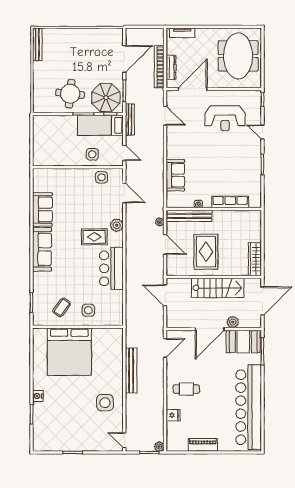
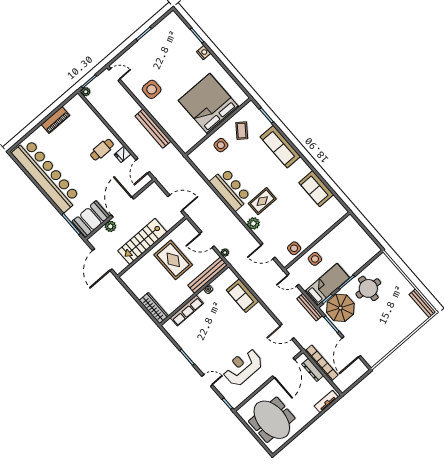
sofa: (42, 249) -> (280, 147), moved
wardrobe: (255, 259) -> (154, 308), moved
fridge: (173, 415) -> (123, 154), moved

